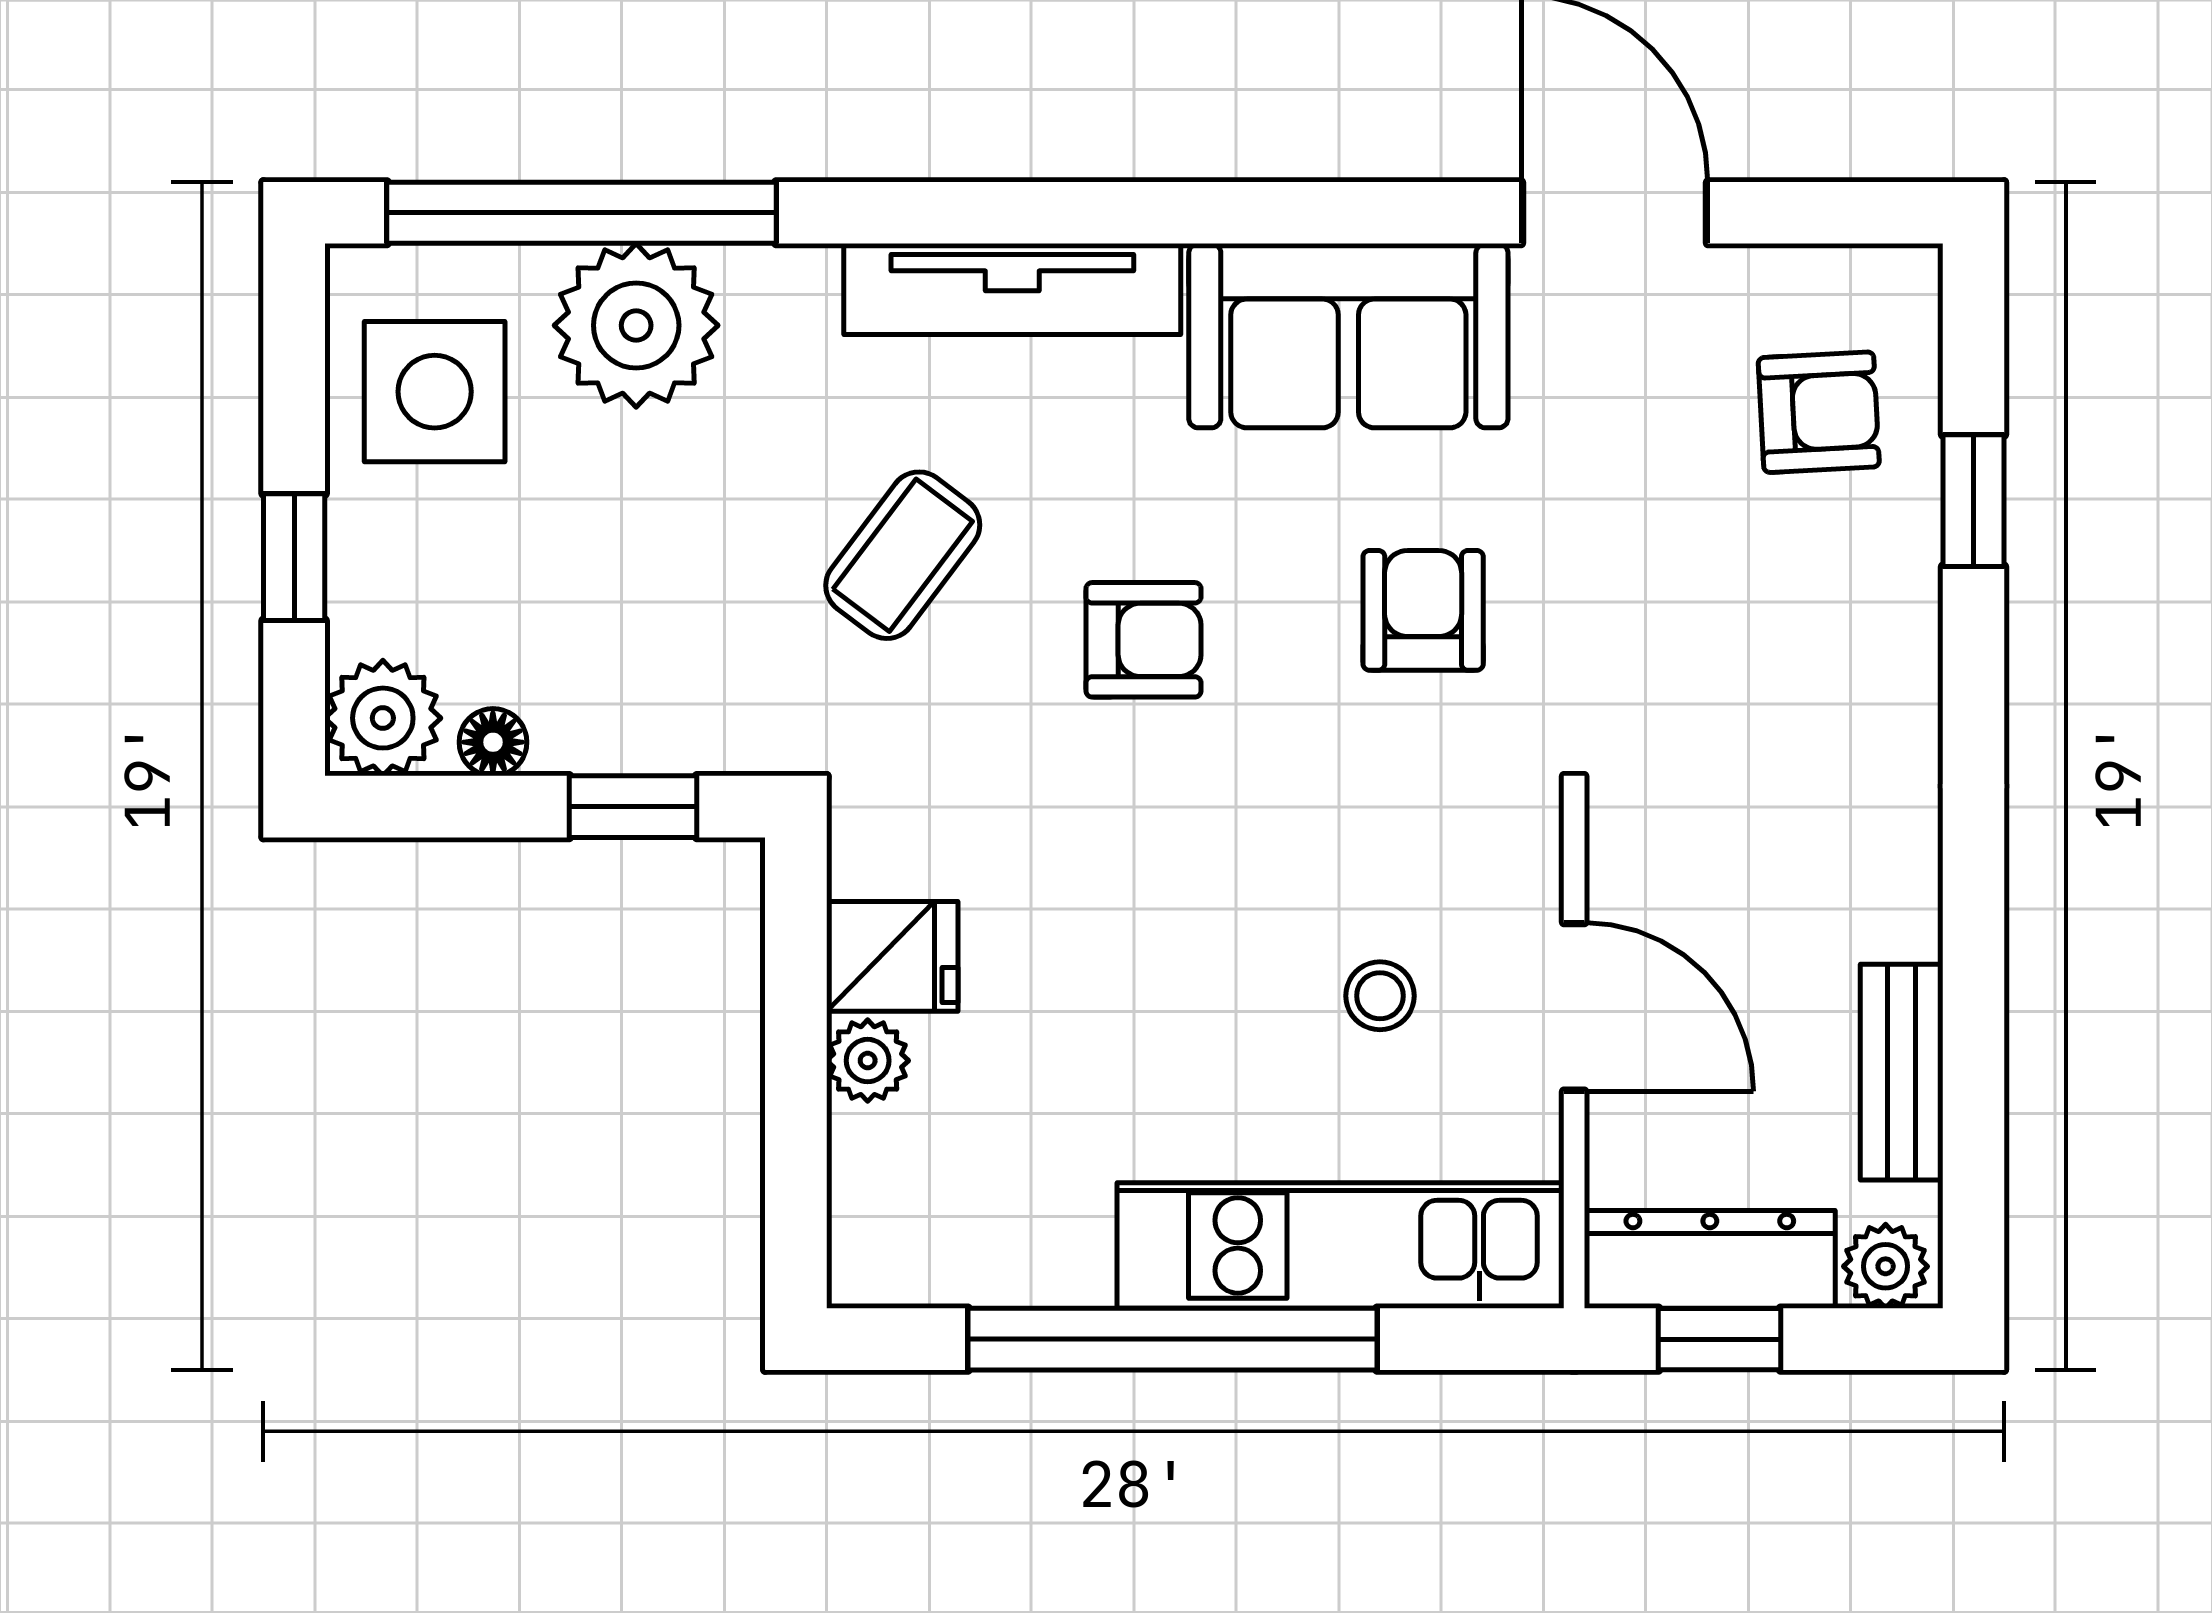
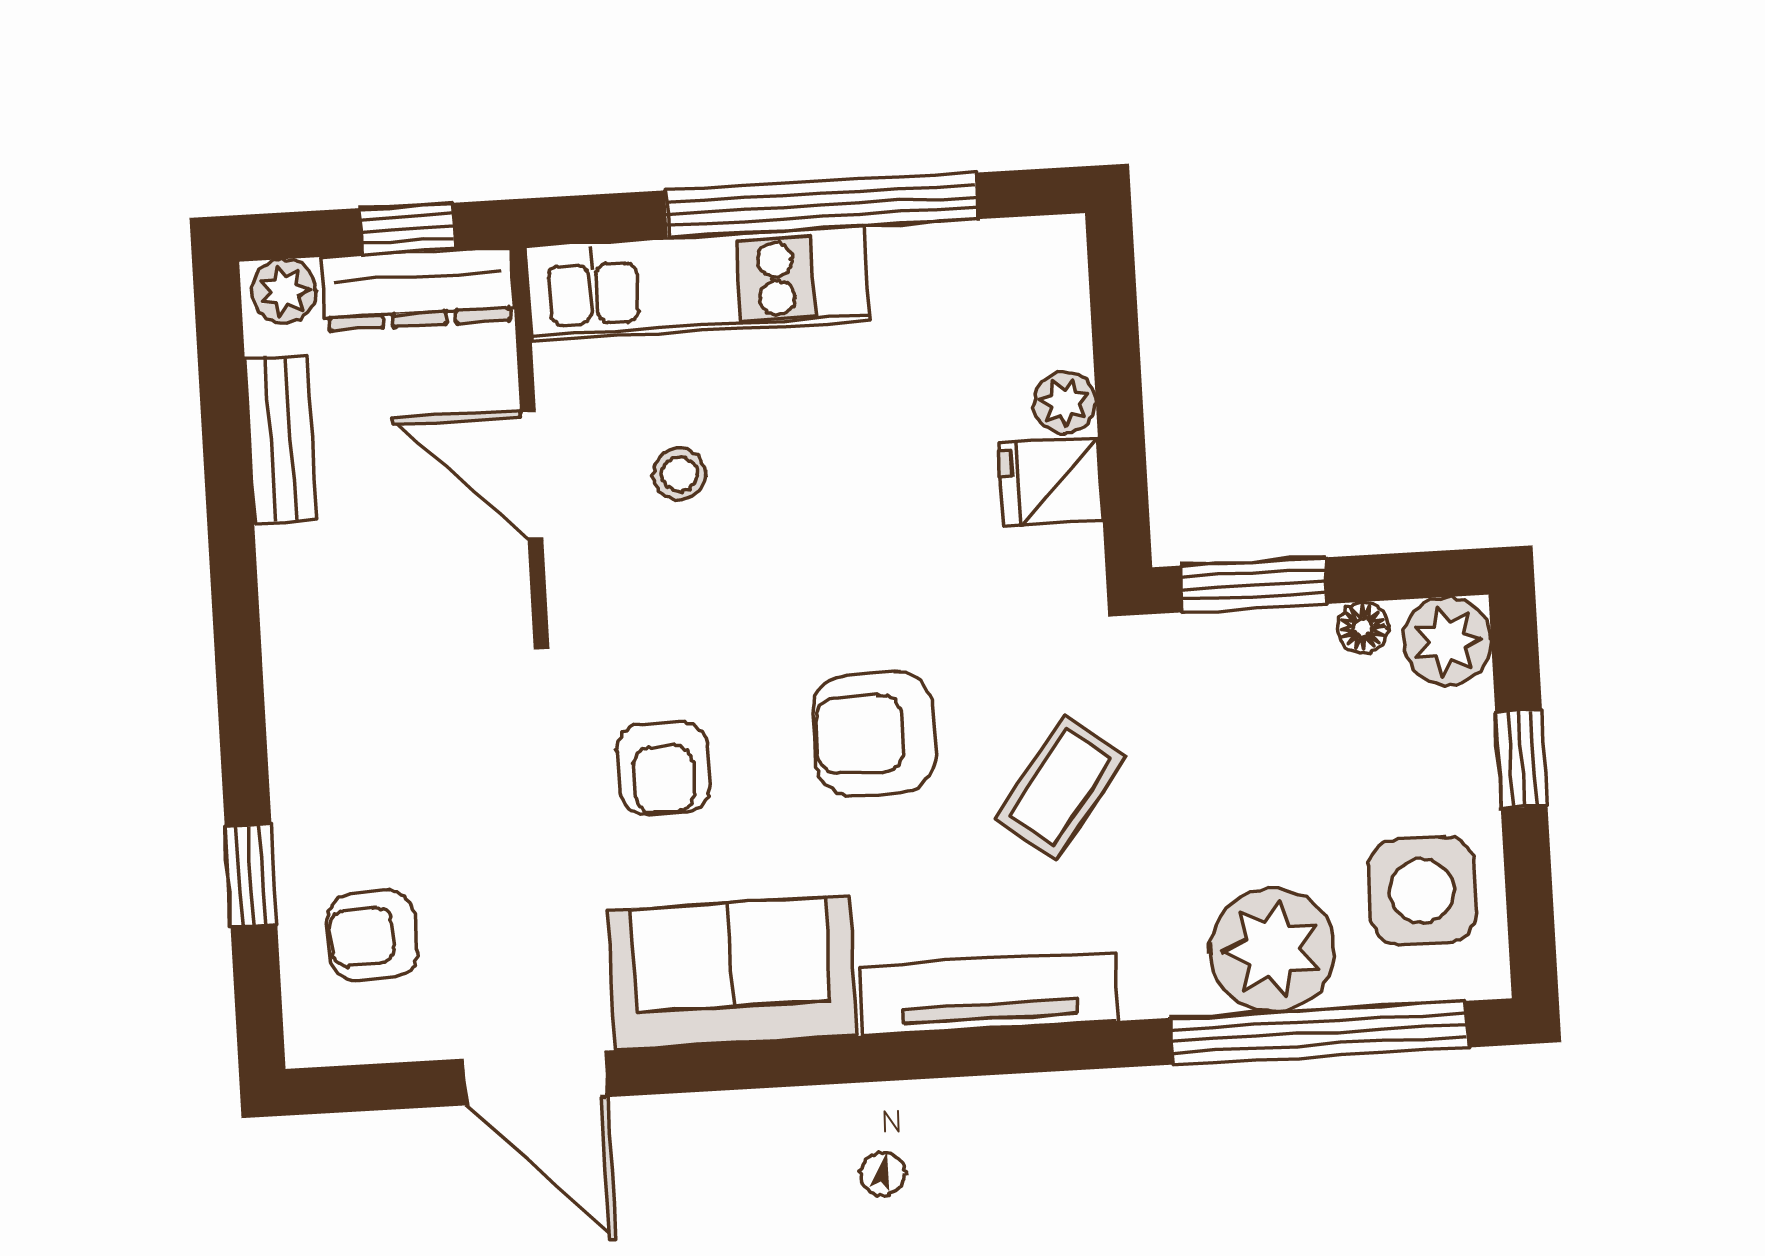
armchair: (1144, 640) -> (874, 734), width x1.38, depth x1.38
window: (633, 807) -> (1254, 585), width x1.50

